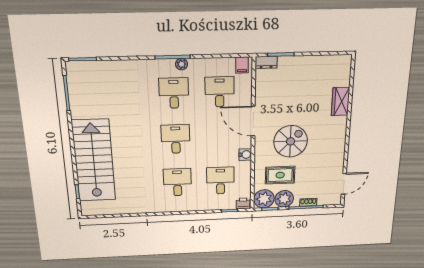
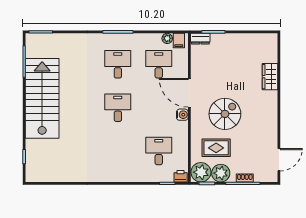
plant: (181, 64) -> (167, 38), moved
water cooler: (245, 155) -> (182, 115), moved
stairs: (94, 161) -> (42, 98), moved
desk: (177, 182) -> (118, 151), removed

